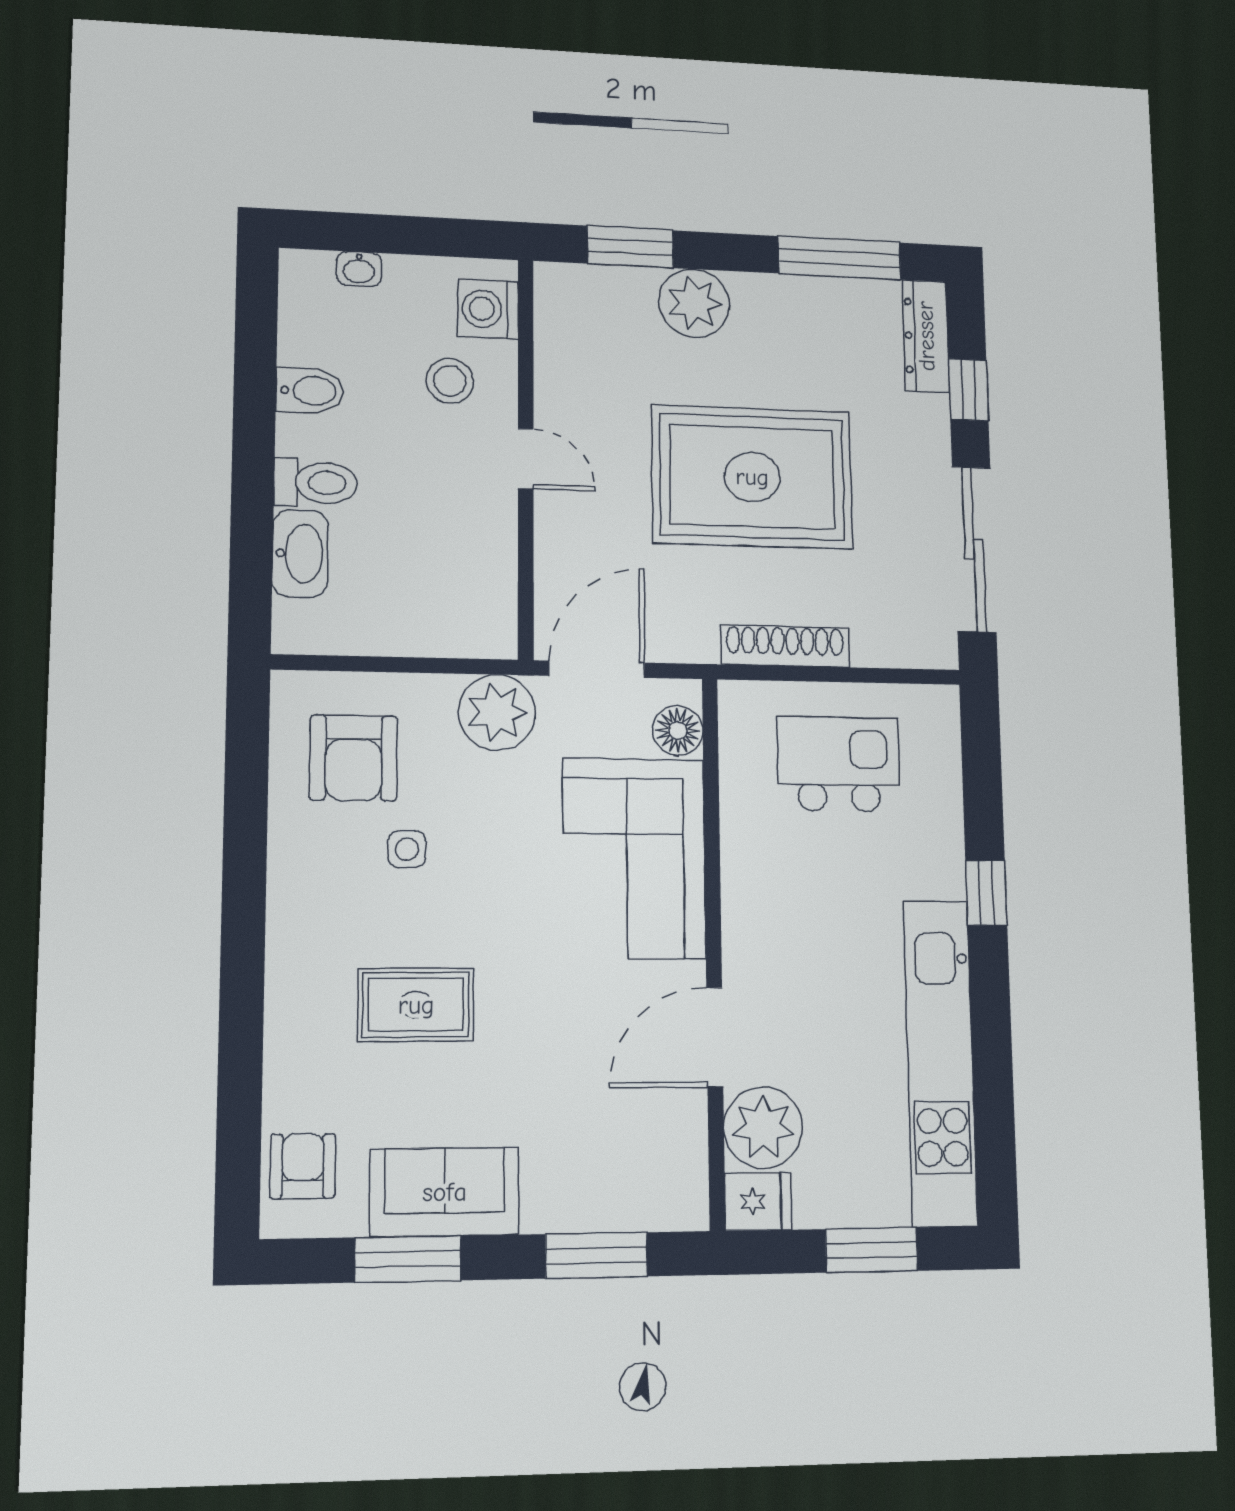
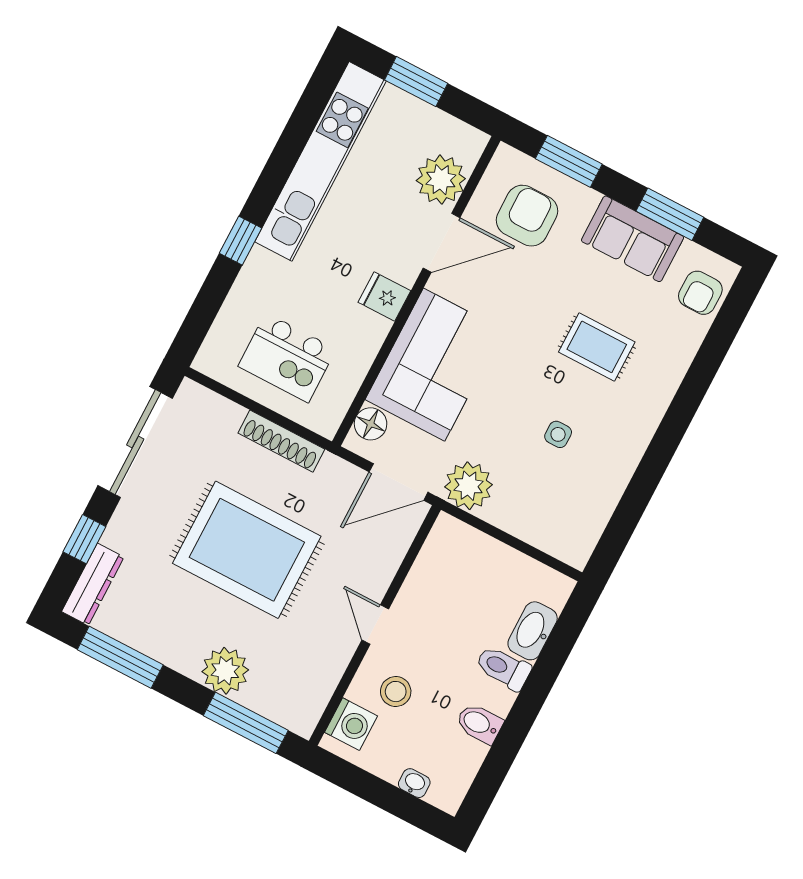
window: (630, 247) -> (246, 723), width x1.44
armchair: (354, 758) -> (527, 216), moved
fridge: (758, 1201) -> (384, 296), moved

